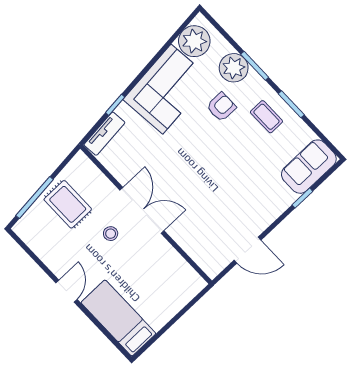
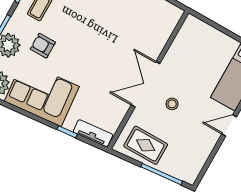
rug: (68, 204) -> (146, 145), moved, turned 90

